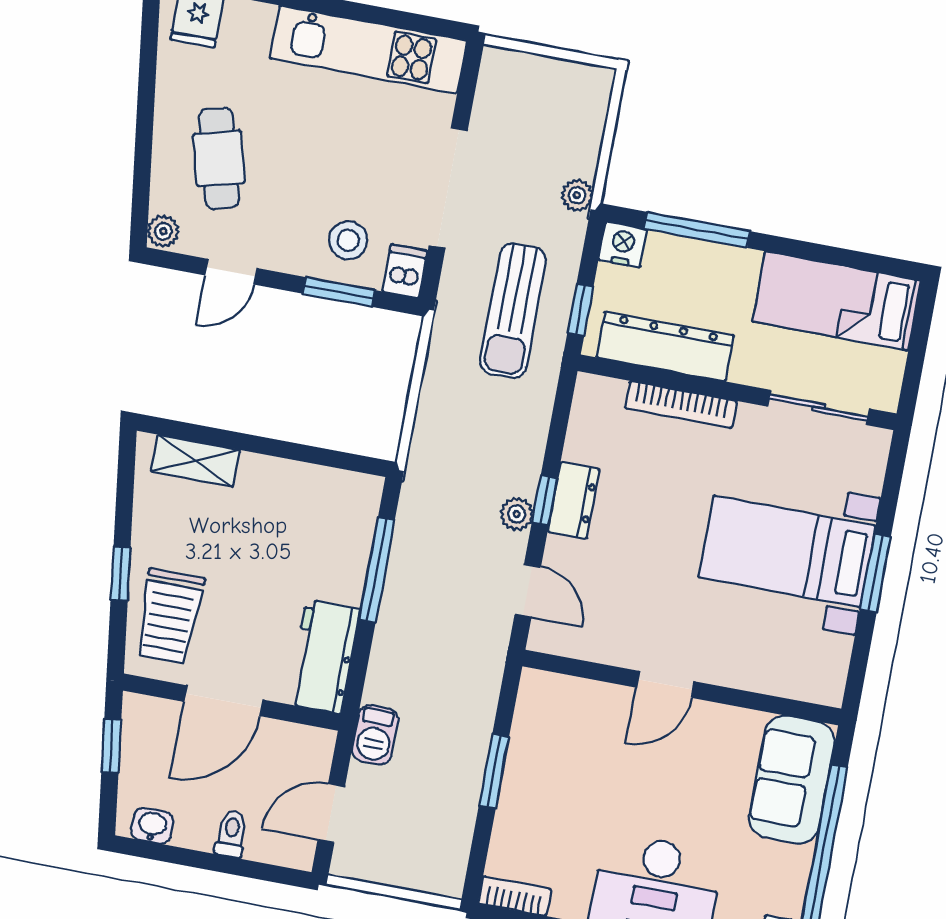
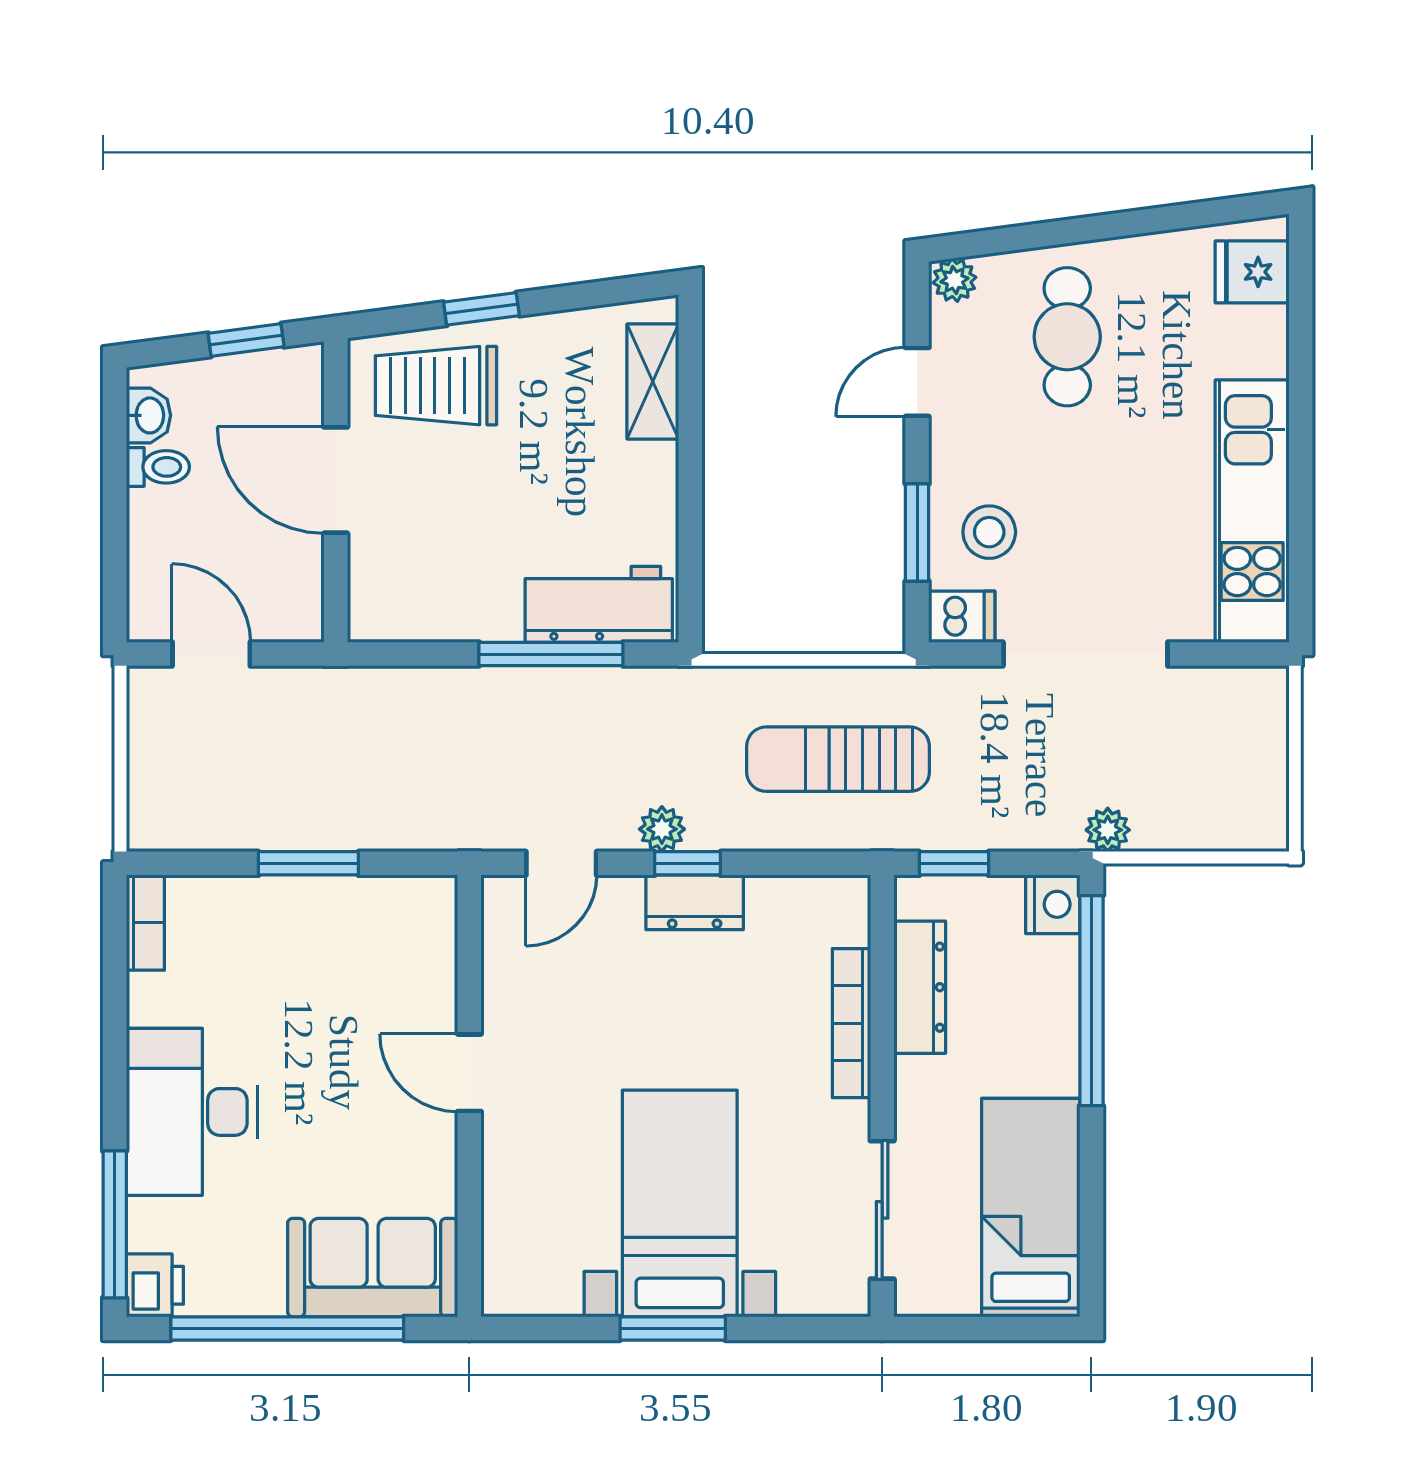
cafe table: (219, 158) -> (1067, 337), turned -75
window: (697, 230) -> (1091, 1001), width x1.46
door: (231, 272) -> (917, 382), hinge flipped
sun lounger: (513, 311) -> (838, 759), moved
dresser: (665, 346) -> (920, 987), width x0.73, depth x0.80
workbench: (324, 656) -> (599, 604), moved
barbecue: (375, 735) -> (328, 693), removed
toilet: (231, 834) -> (158, 467), moved

